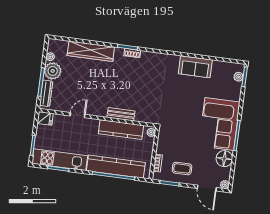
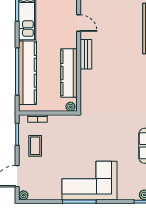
bench: (121, 114) -> (86, 54), moved
floor lamp: (224, 159) -> (52, 191), removed

